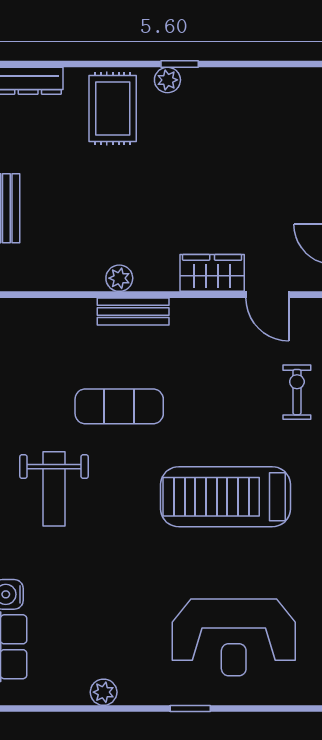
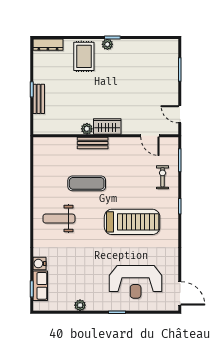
wardrobe: (212, 273) -> (107, 127), moved
weight bench: (54, 489) -> (59, 219), turned 90
treadmill: (225, 497) -> (132, 222), turned 180

